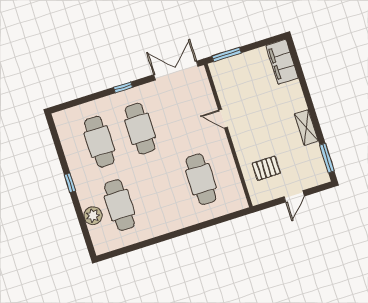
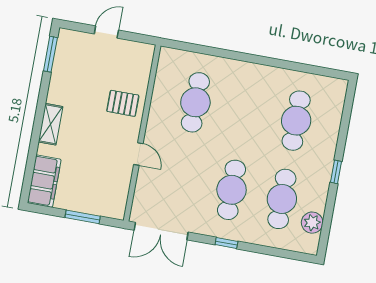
window: (227, 55) -> (83, 217), moved
shelving: (306, 127) -> (51, 124), moved
pallet: (266, 168) -> (123, 103), moved
plant: (93, 216) -> (312, 223), moved

